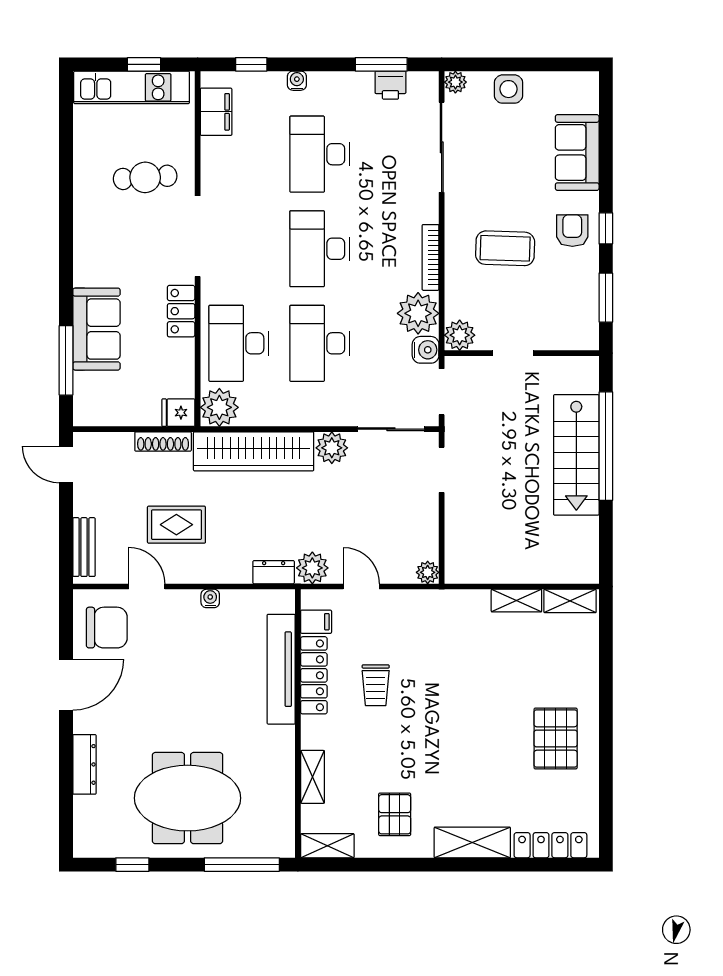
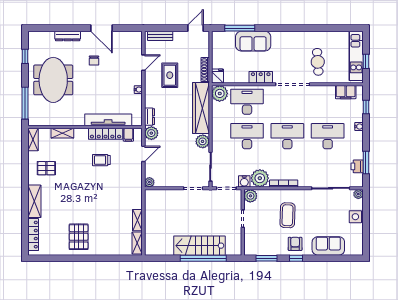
armchair: (572, 231) -> (295, 244), turned -90
chair: (107, 628) -> (94, 61), moved, width x0.54, depth x0.54
pallet: (556, 739) -> (79, 237), turned 90

